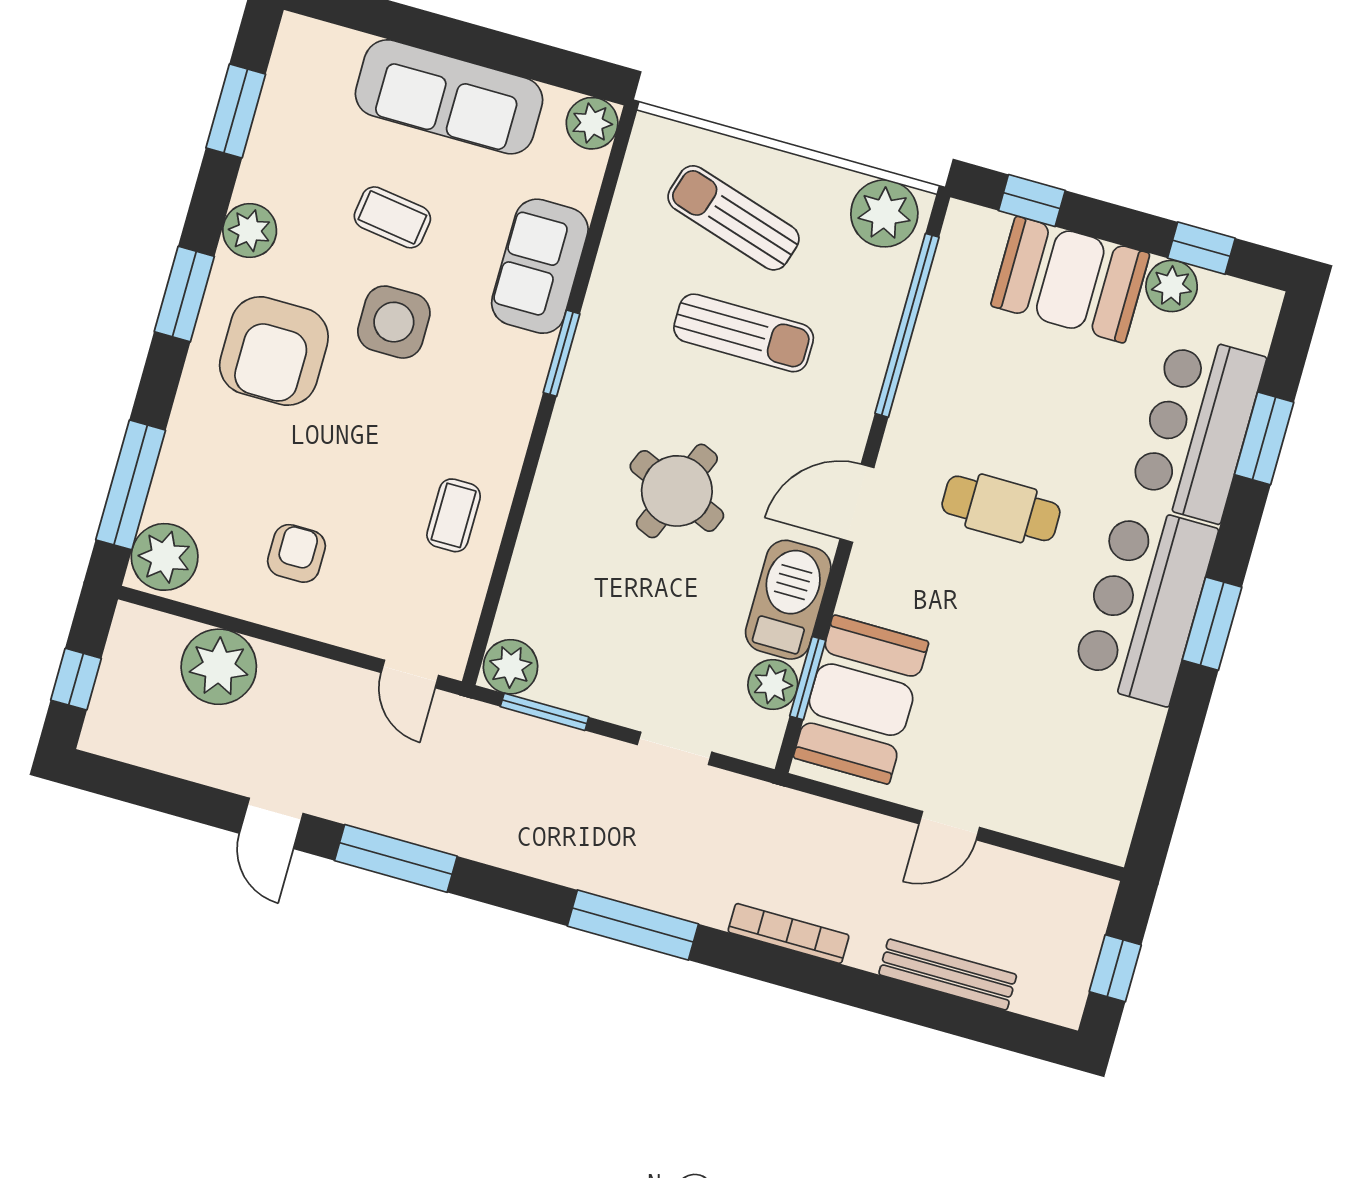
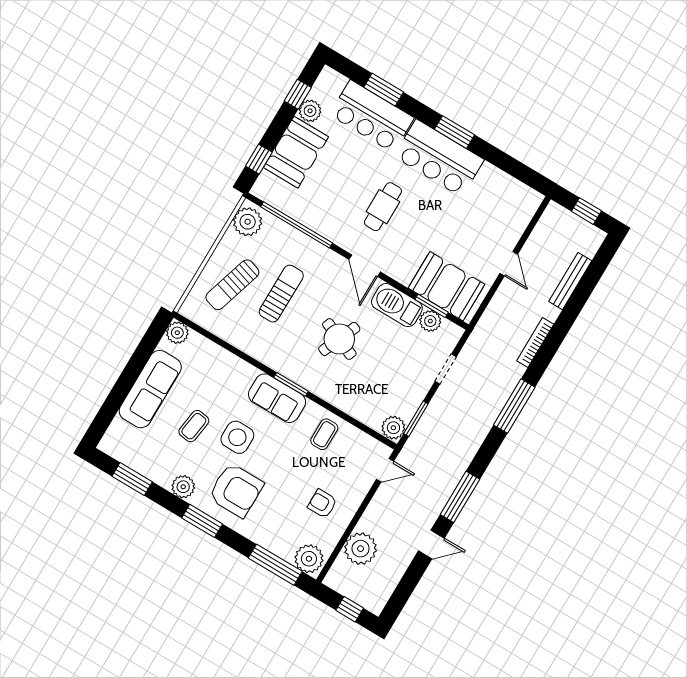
sofa: (540, 266) -> (277, 398), moved
window: (562, 353) -> (291, 384), moved
coffee table: (454, 515) -> (324, 434), turned 90

